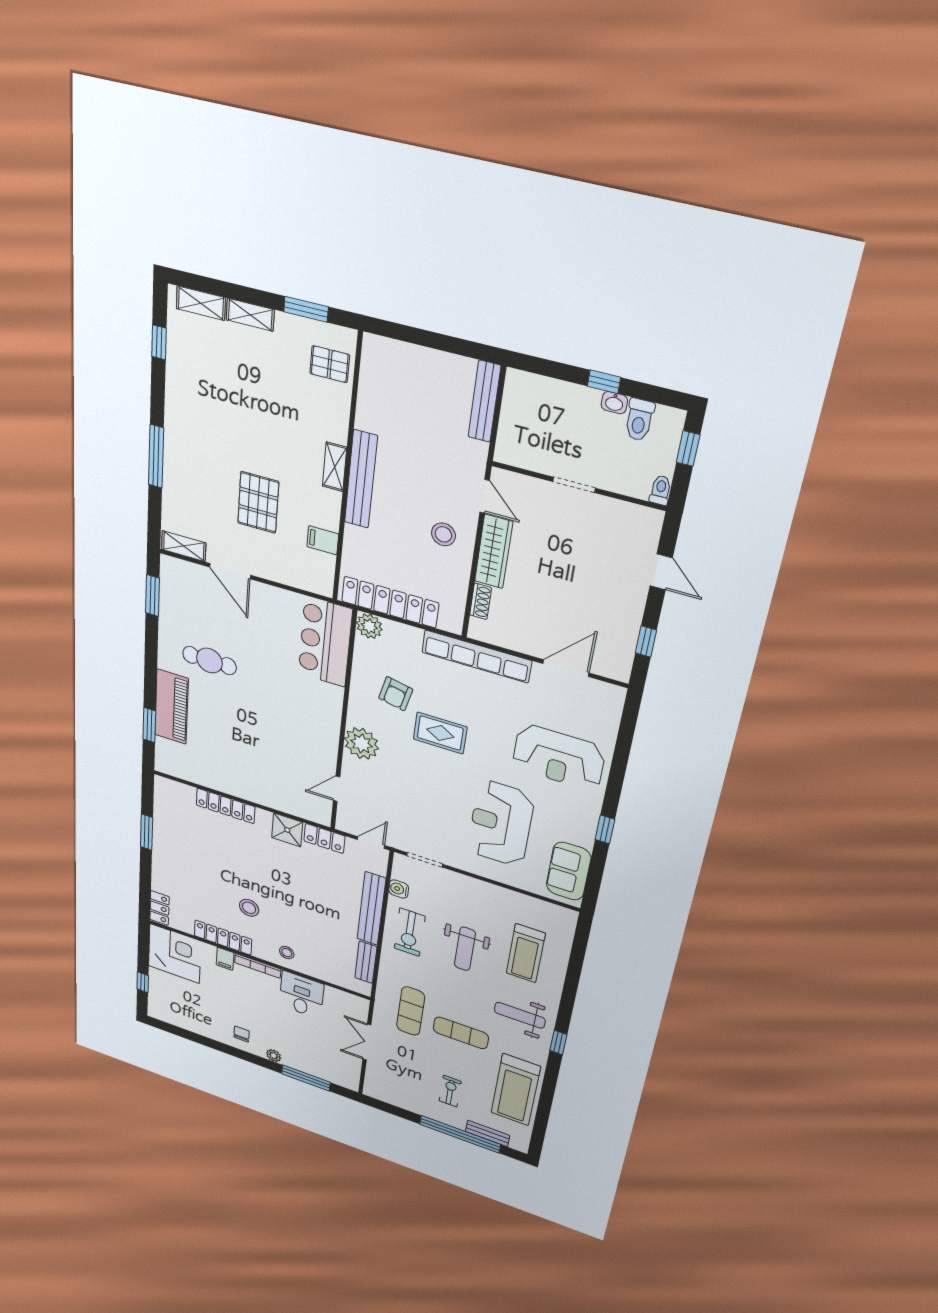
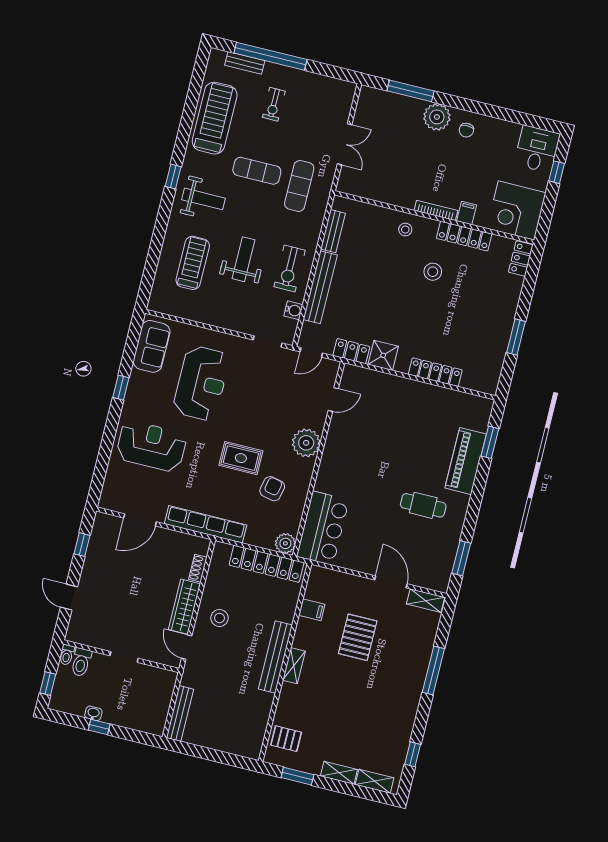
toilet: (639, 420) -> (81, 662), moved, turned 180
exercise bike: (410, 932) -> (290, 268), turned 180
desk: (301, 995) -> (537, 149), moved, turned 180
plant: (274, 1056) -> (437, 117), width x1.88, depth x1.88

